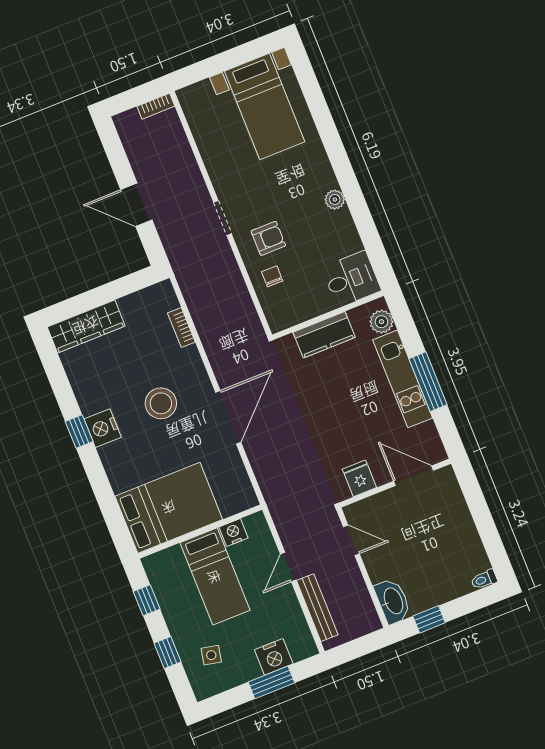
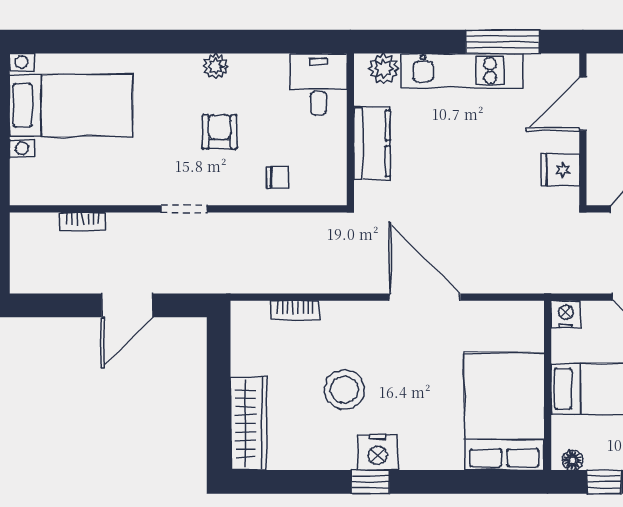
bookcase: (156, 106) -> (83, 221), moved, turned 90
armchair: (268, 238) -> (220, 132), moved
chair: (272, 276) -> (277, 177), turned 180
window: (428, 382) -> (503, 42), moved
stool: (161, 403) -> (344, 390), moved
nightstand: (234, 533) -> (566, 314), moved, turned 90
floor lamp: (153, 571) -> (573, 460), added

